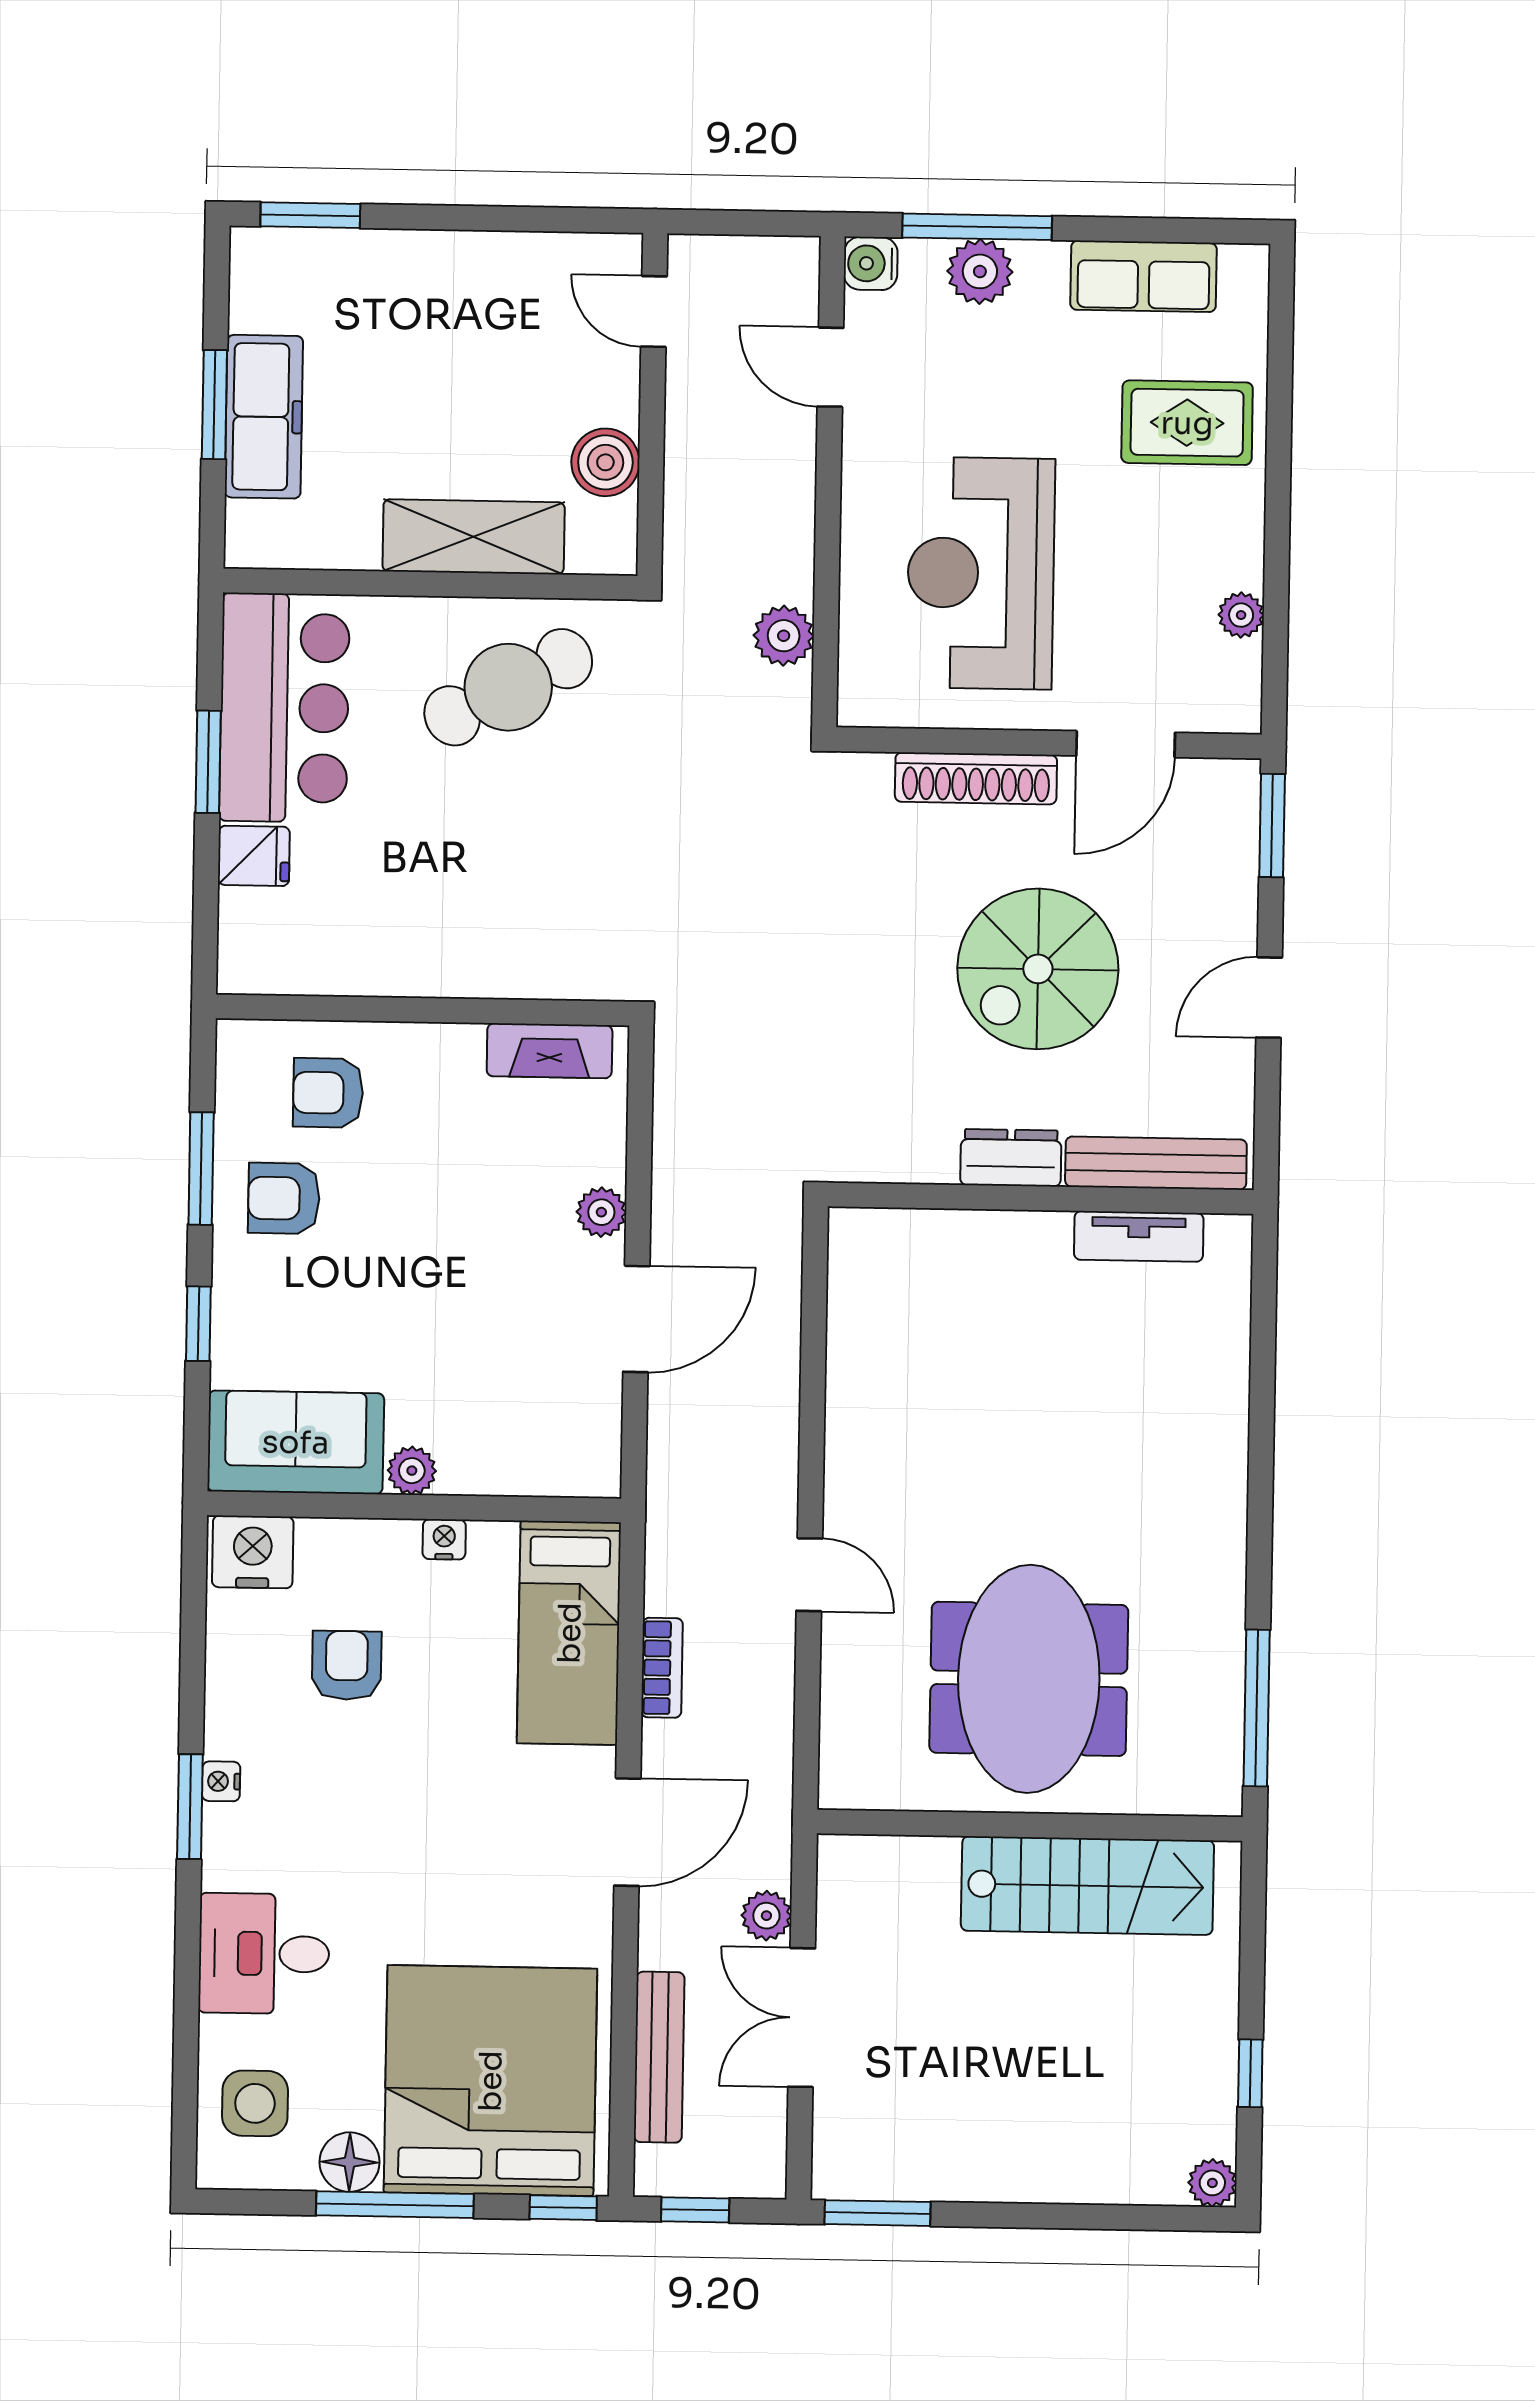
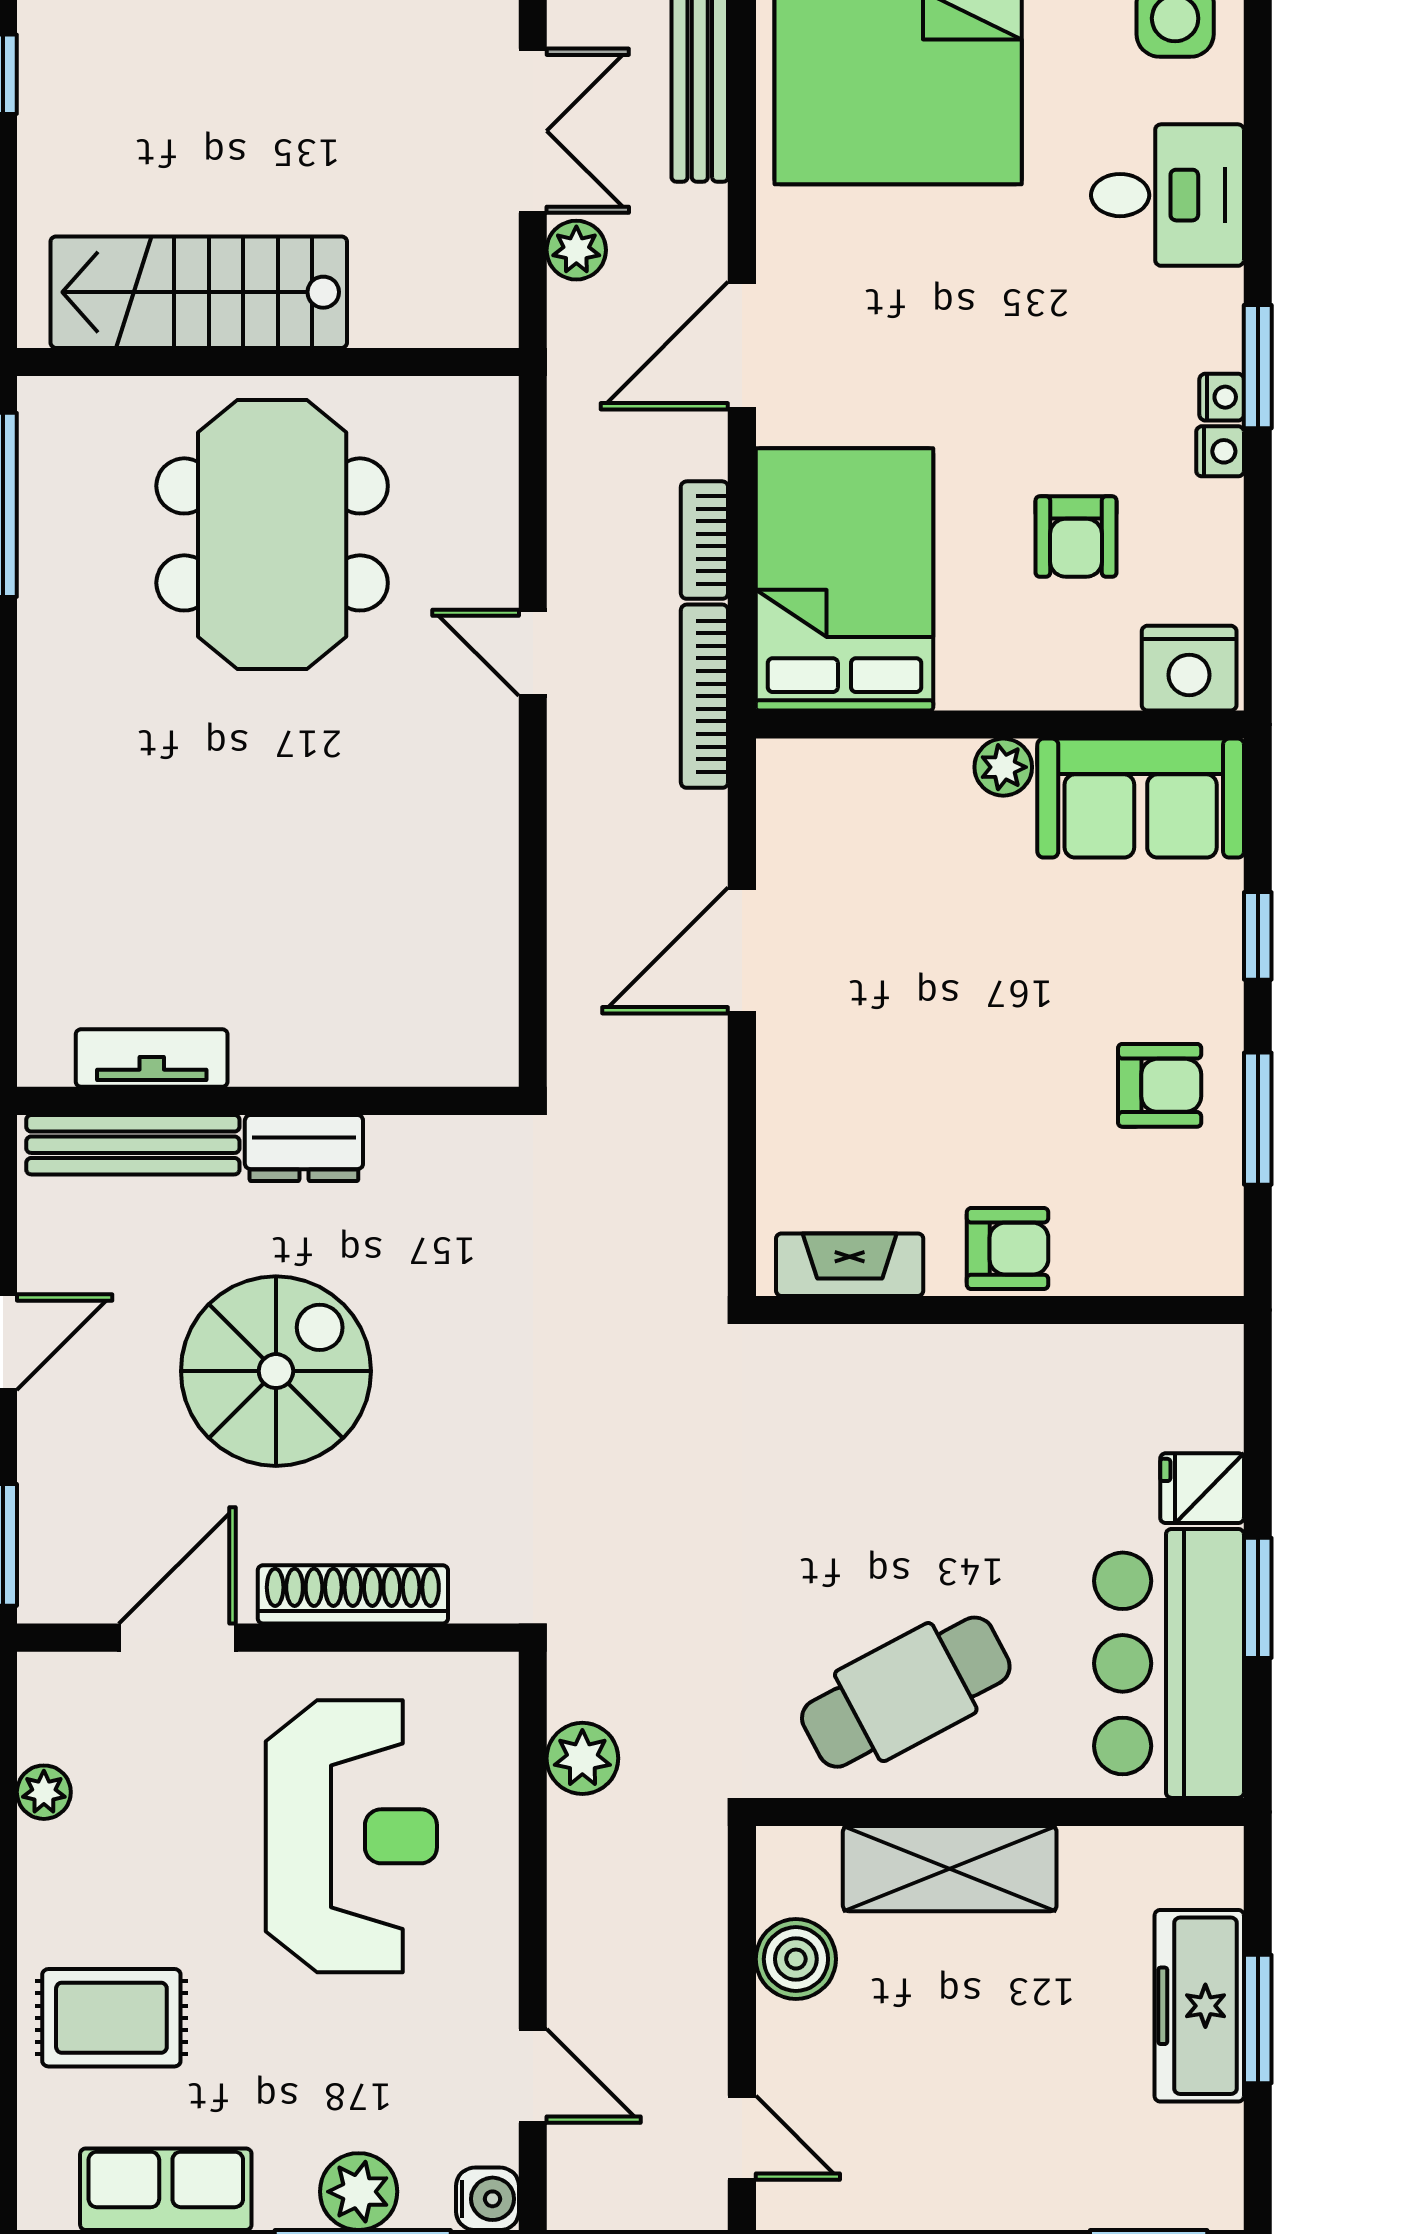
armchair: (328, 1093) -> (1008, 1249), moved
plant: (601, 1212) -> (785, 1076), removed
bookcase: (664, 1535) -> (704, 696), added
nightstand: (444, 1539) -> (1220, 451), moved, turned -90
bed: (569, 1633) -> (844, 579), width x1.50

